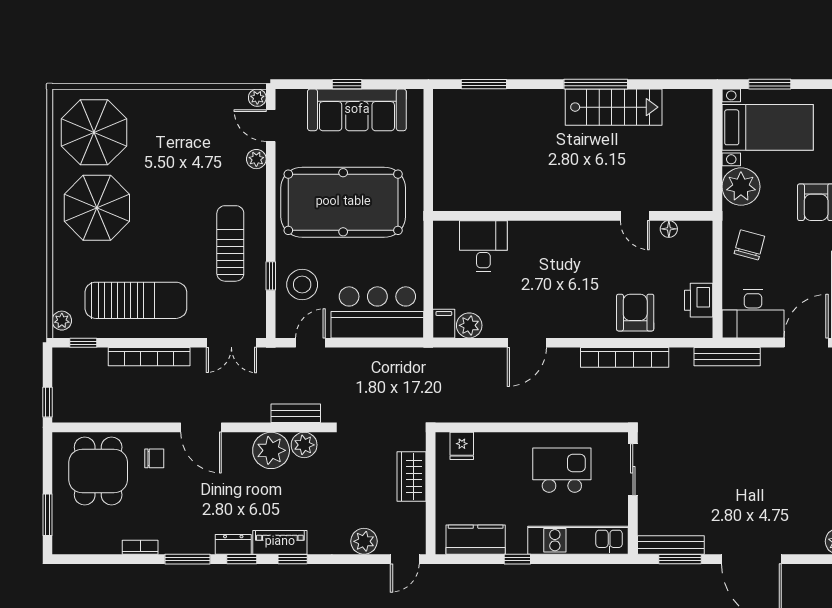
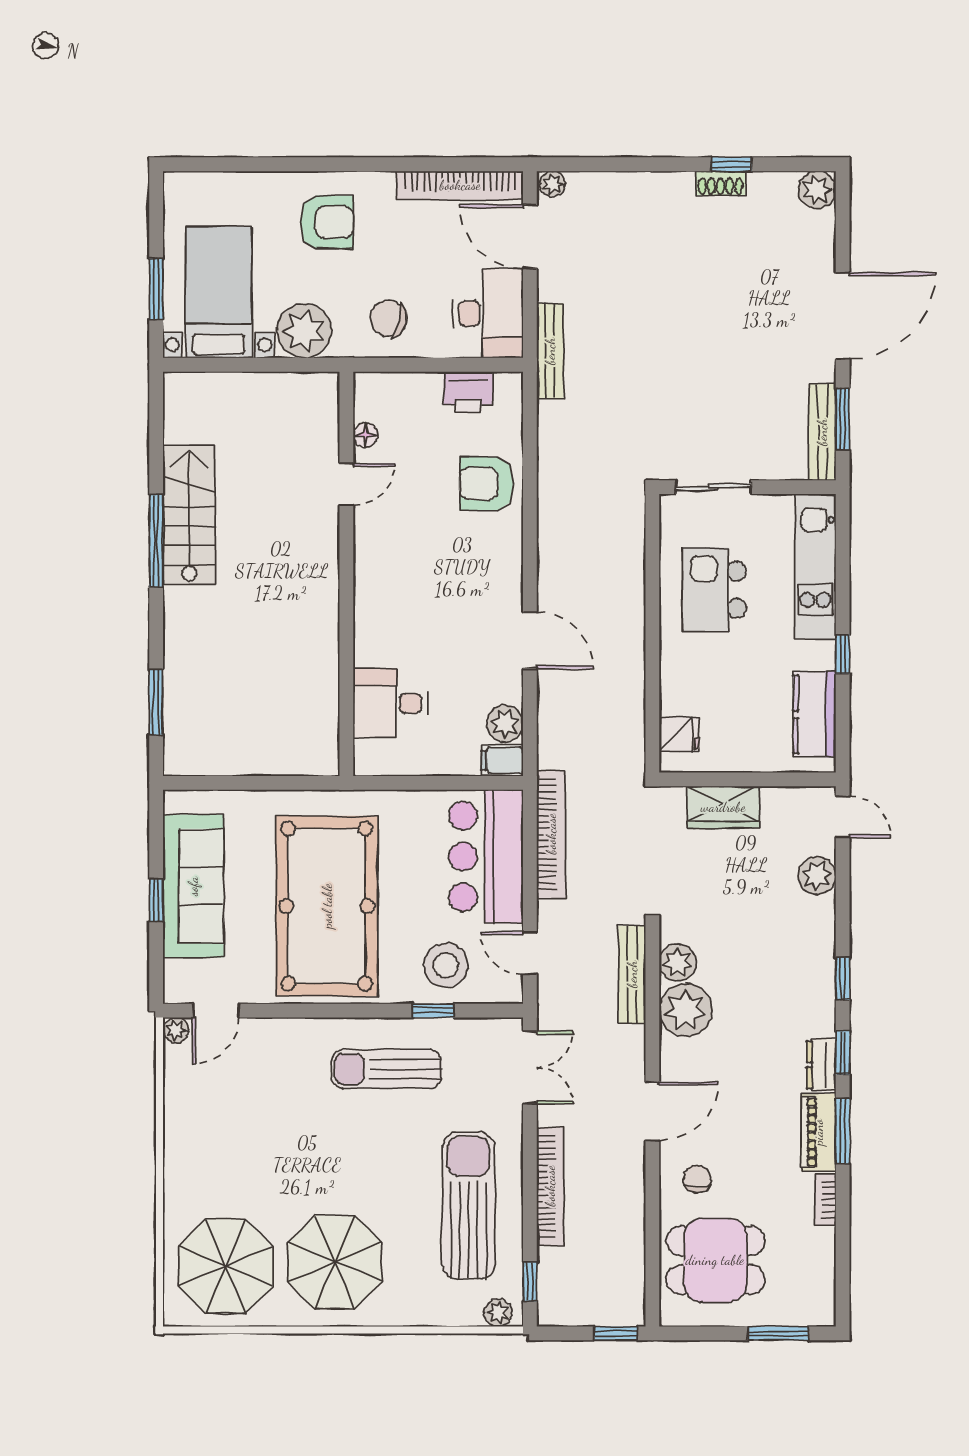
plant: (256, 159) -> (264, 1031), removed
bookcase: (625, 357) -> (551, 834), moved
bench: (296, 413) -> (632, 974), width x1.36
piano: (280, 542) -> (818, 1132), moved

